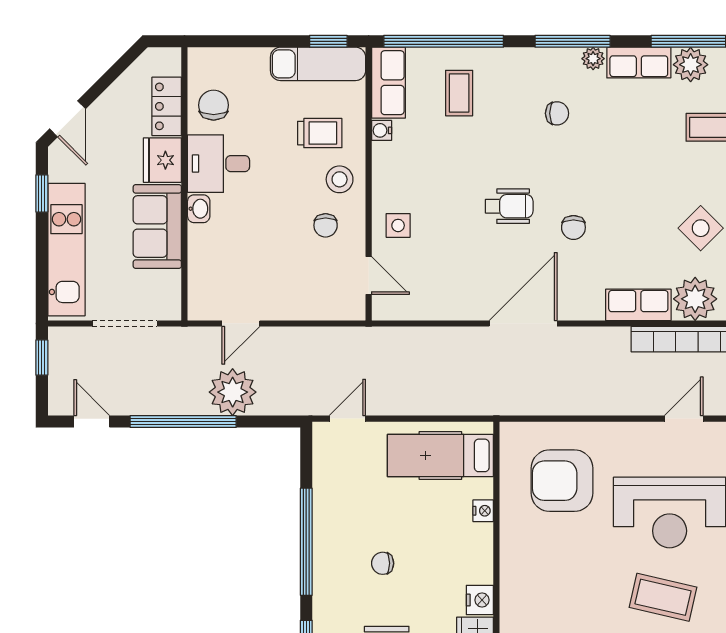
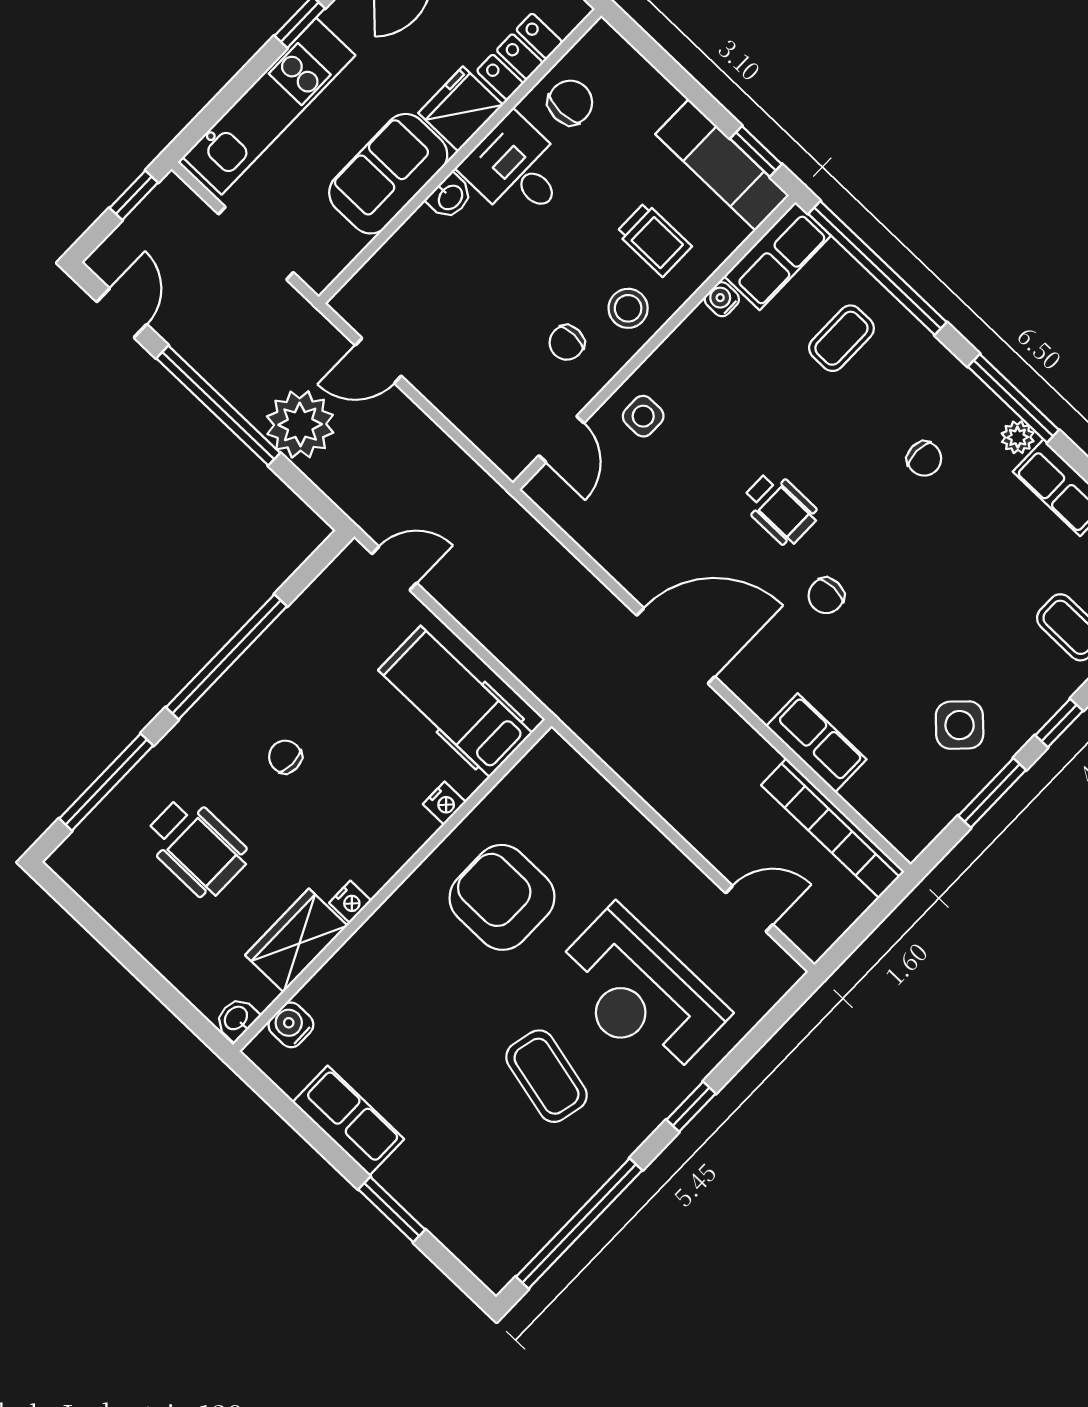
plant: (695, 299) -> (882, 794), removed
armchair: (562, 481) -> (502, 897), moved
nightstand: (480, 600) -> (350, 902), width x0.72, depth x0.74

